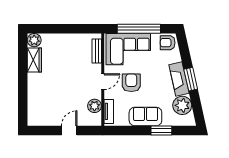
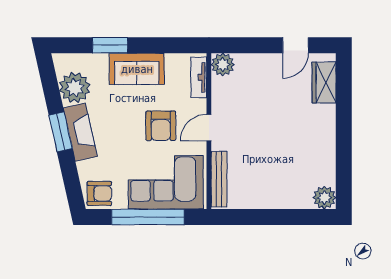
bench: (97, 51) -> (219, 179), width x1.36
wardrobe: (34, 60) -> (324, 83), moved
plant: (94, 106) -> (223, 65), moved
door: (69, 131) -> (295, 45), moved

